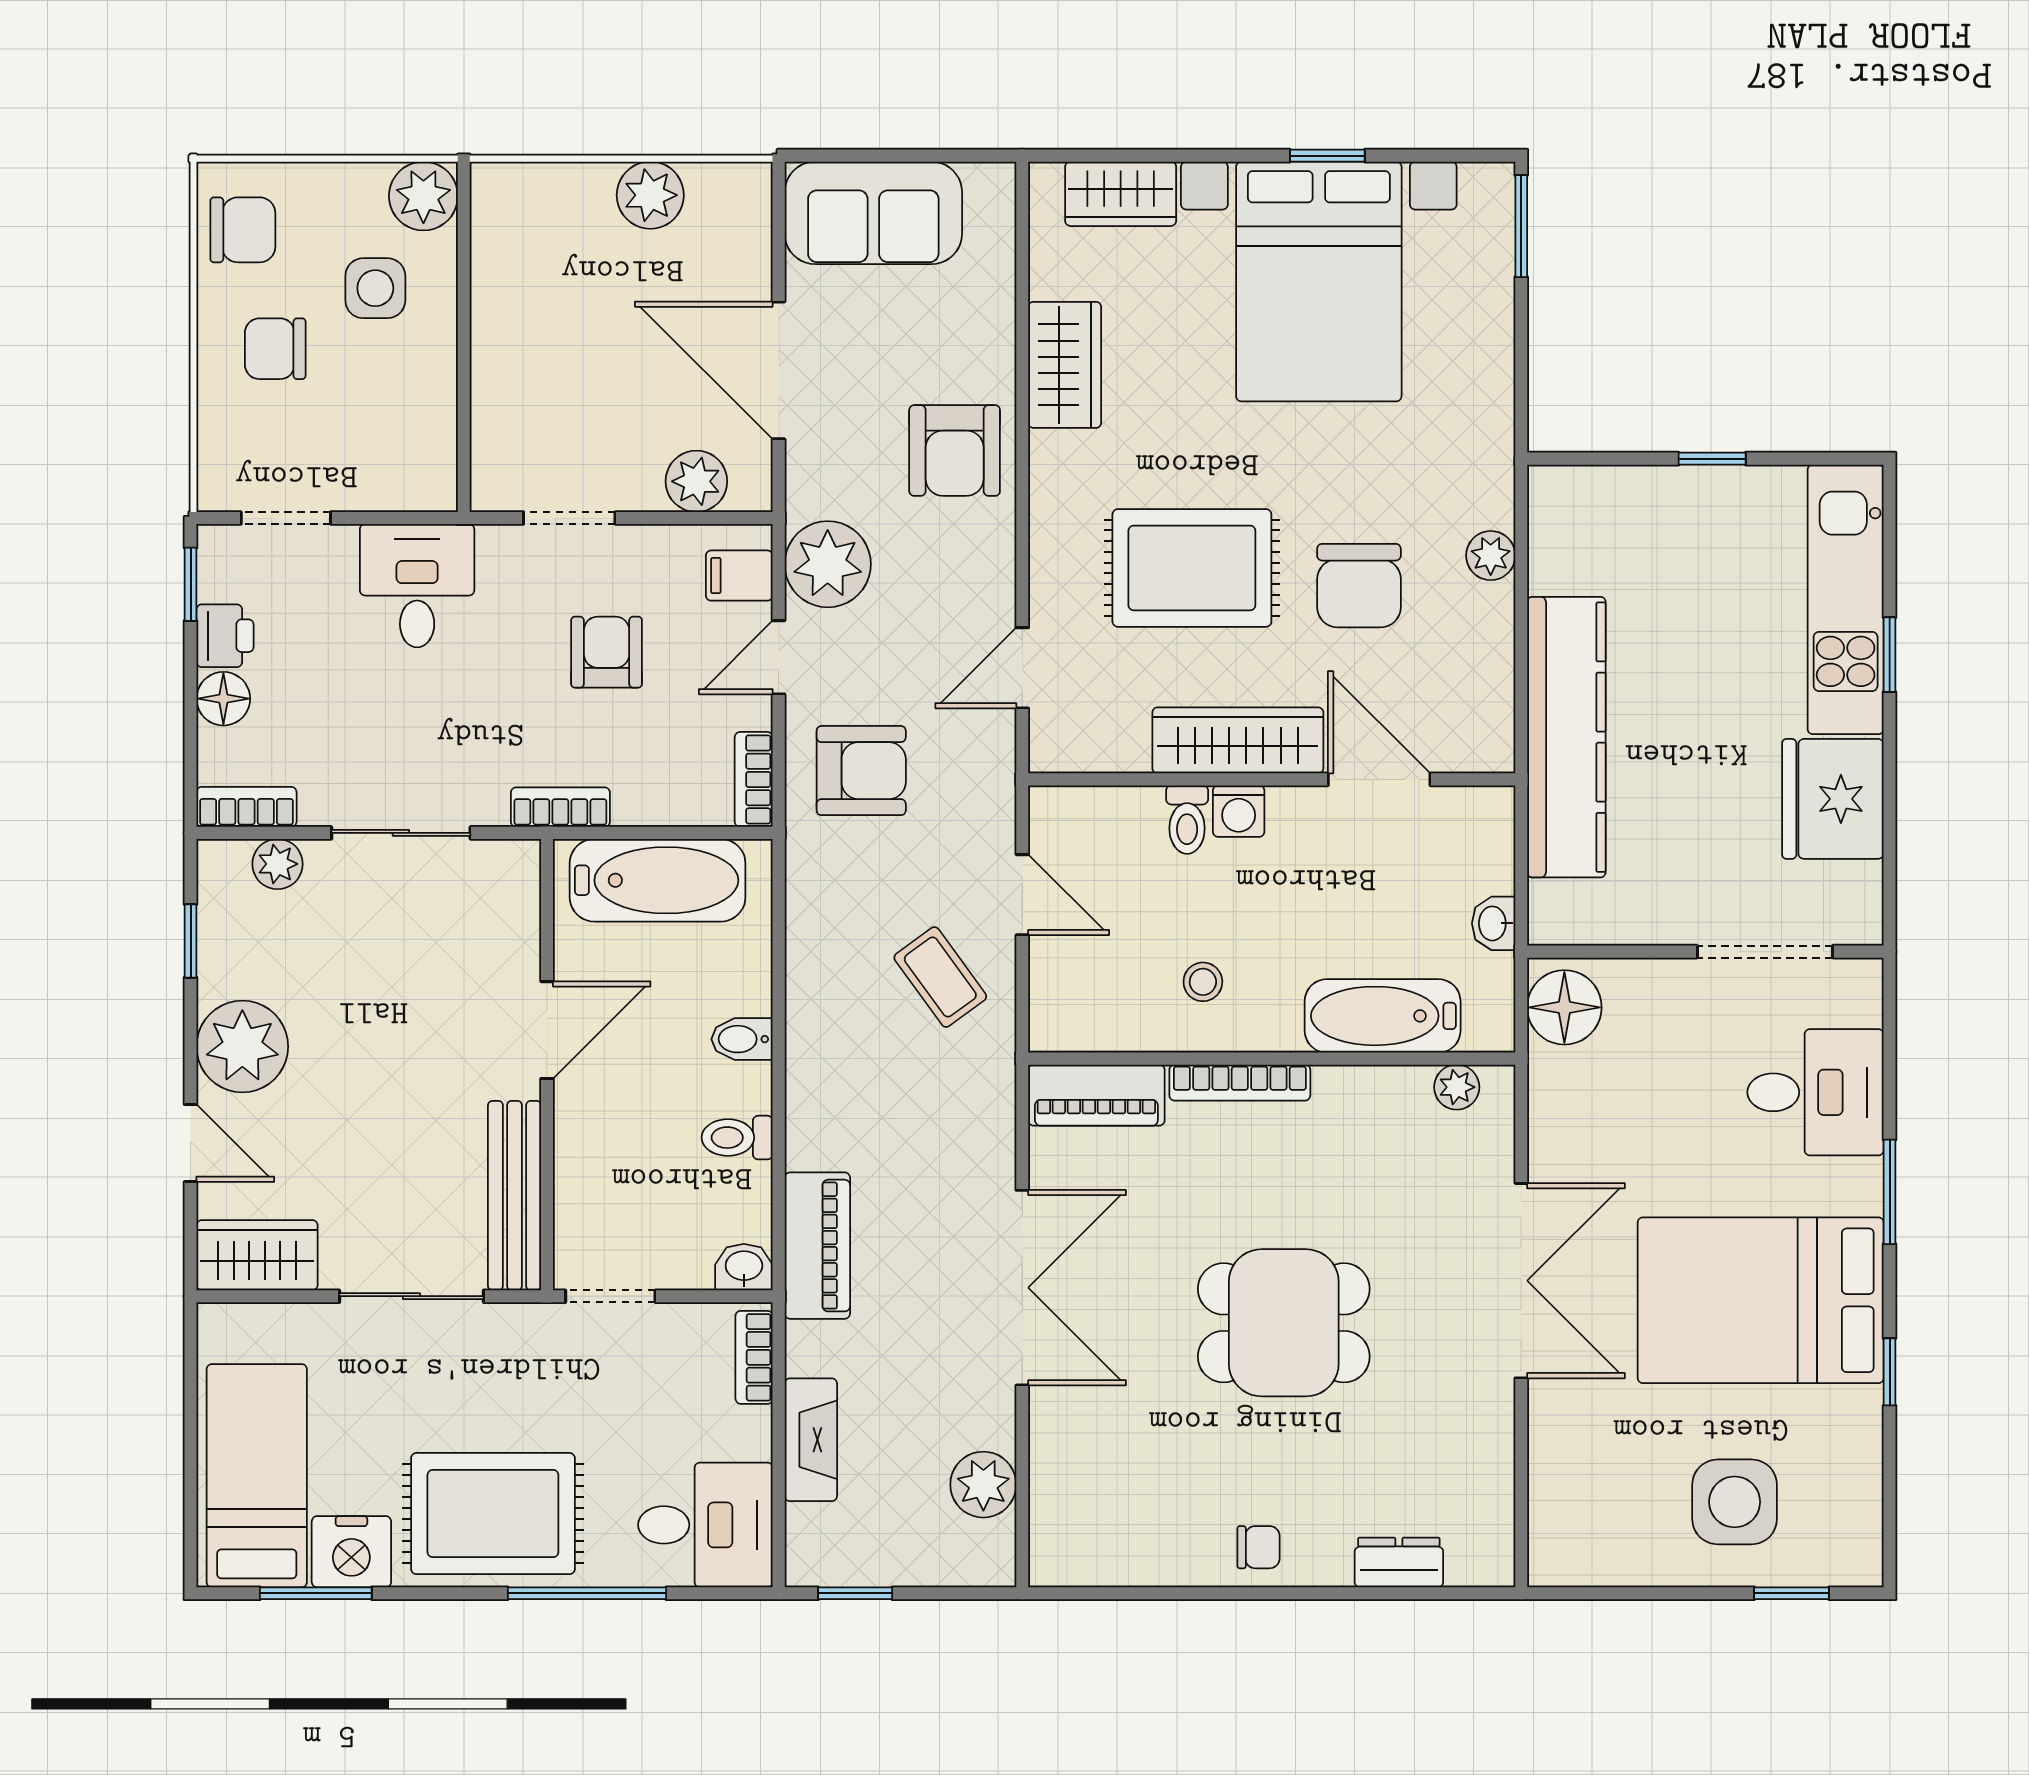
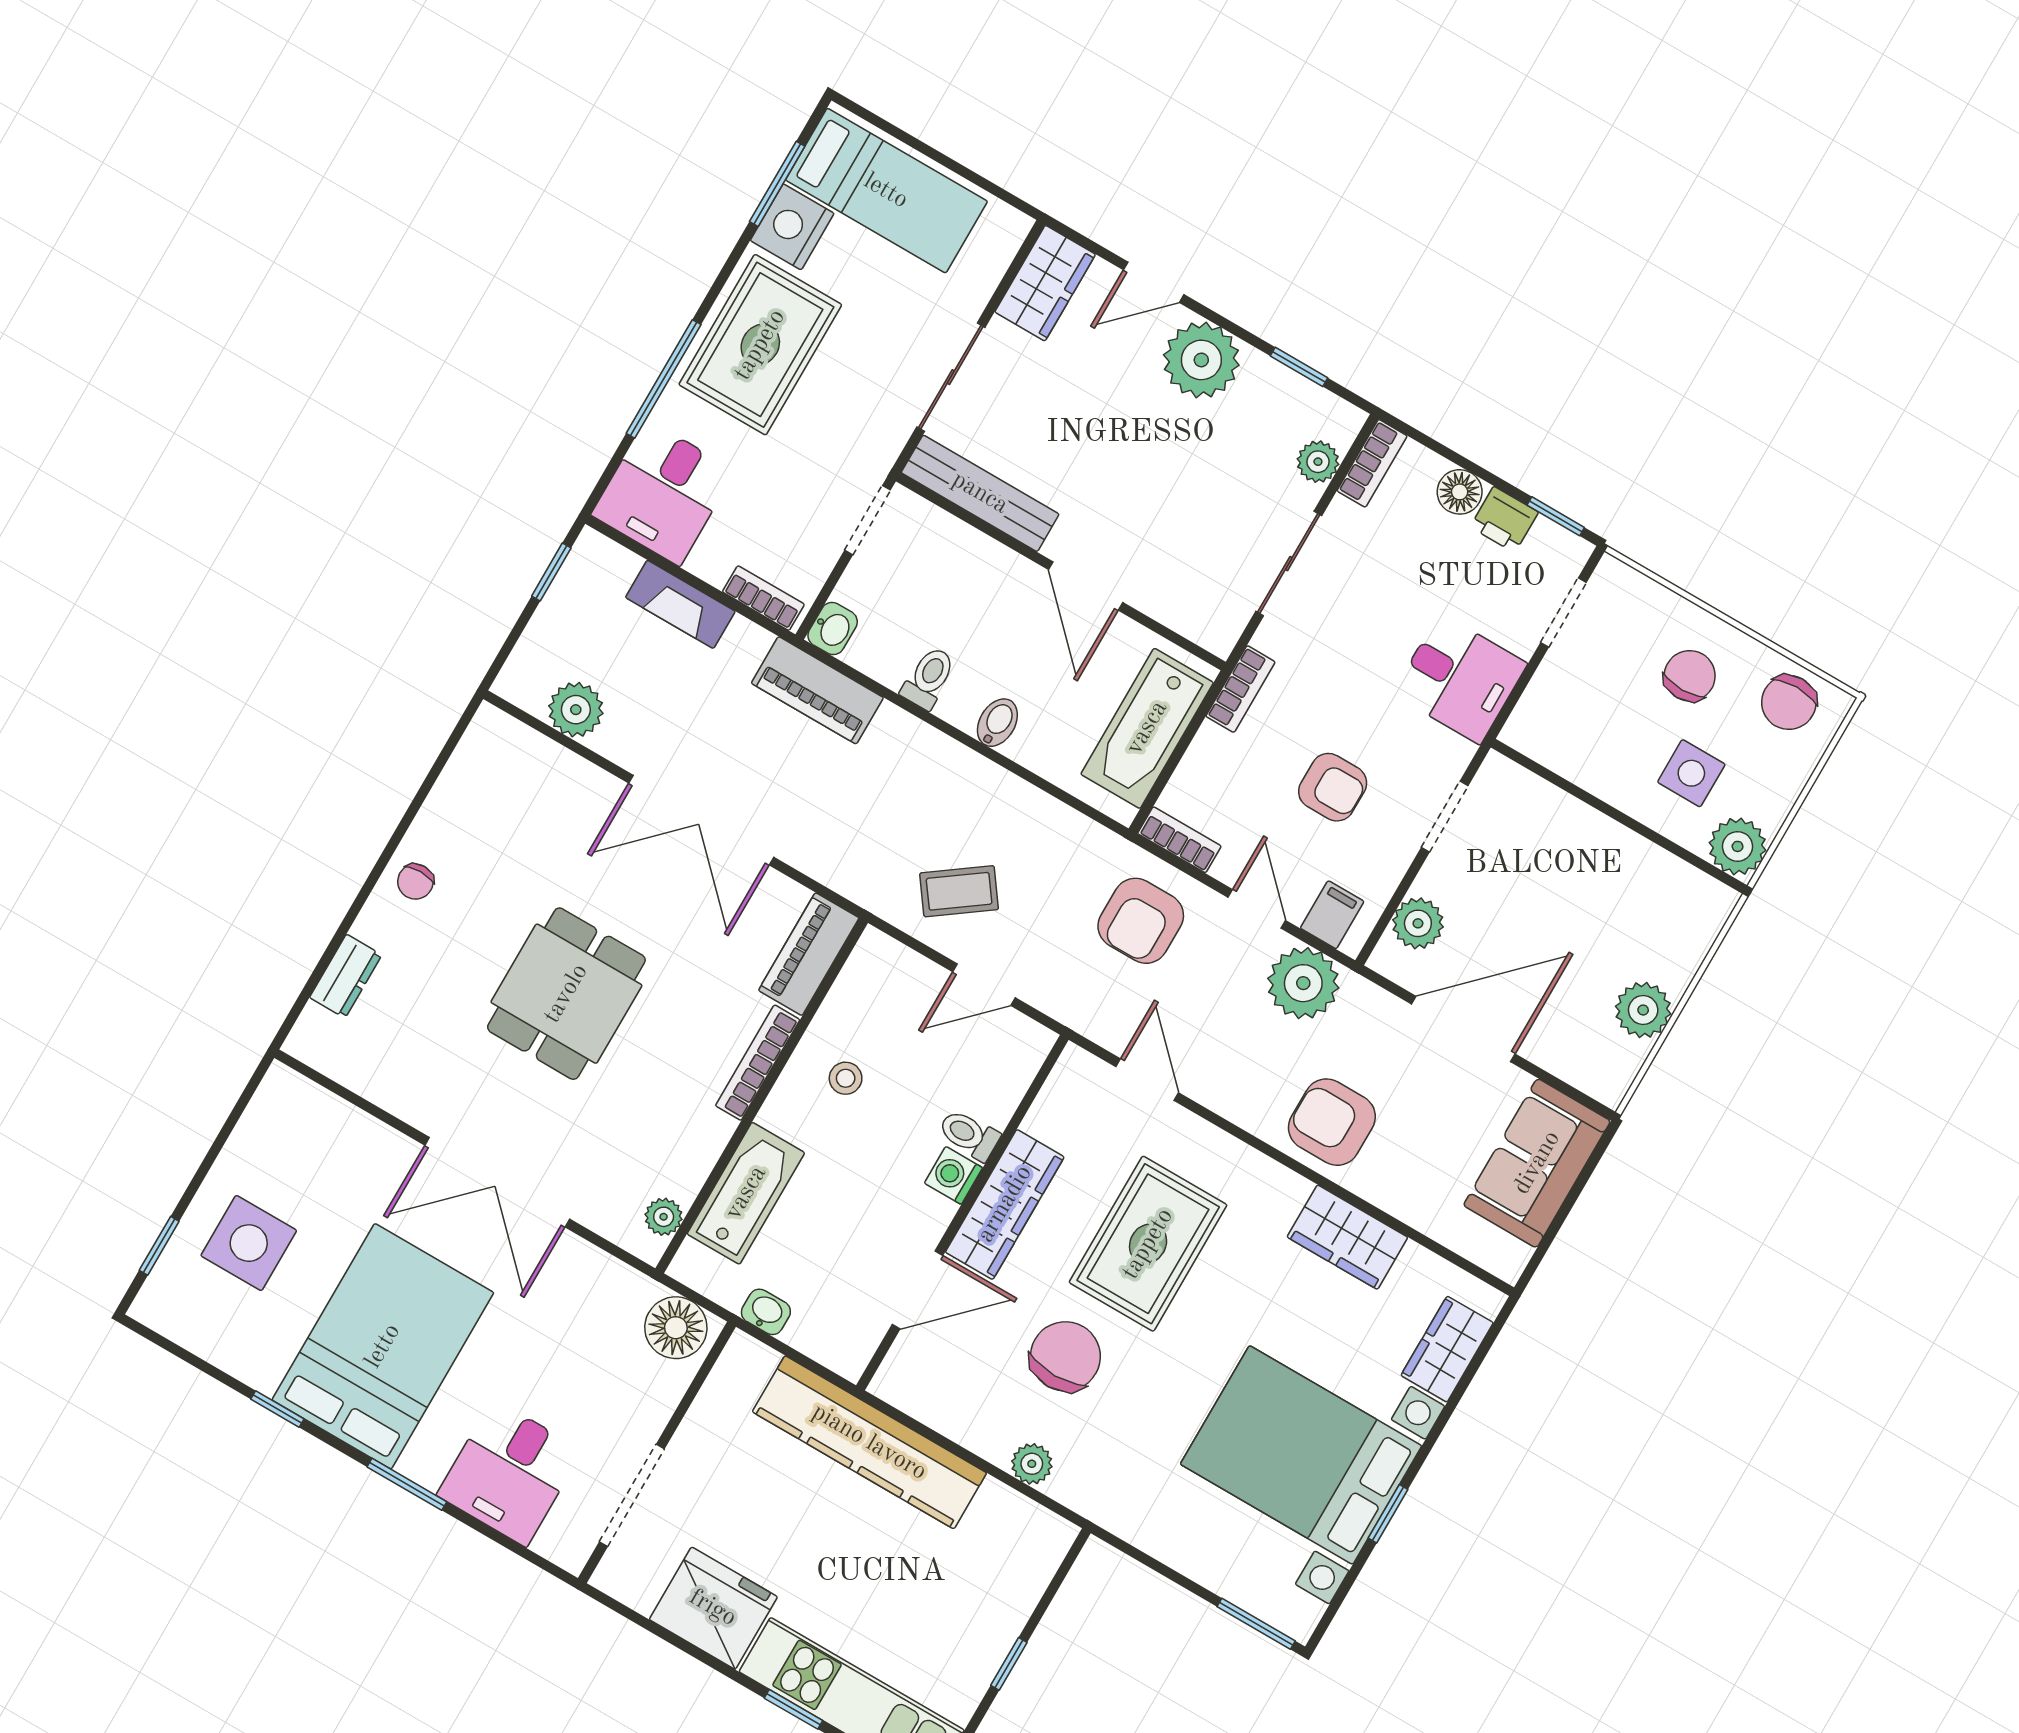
chair: (1359, 586) -> (1065, 1356), turned 90

